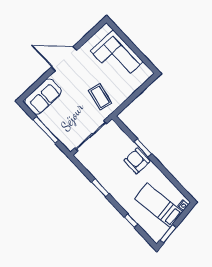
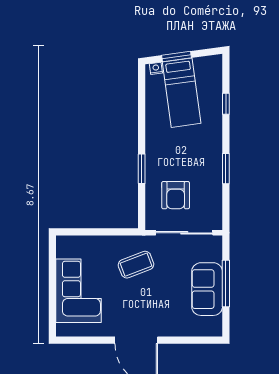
sofa: (43, 96) -> (207, 289), moved, turned -90
coffee table: (100, 97) -> (136, 265), turned 57
armchair: (137, 161) -> (176, 195), moved
window: (168, 234) -> (176, 57), moved

